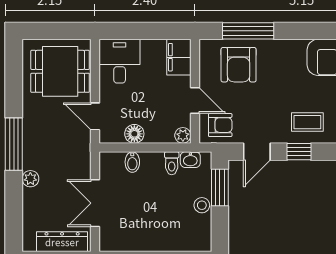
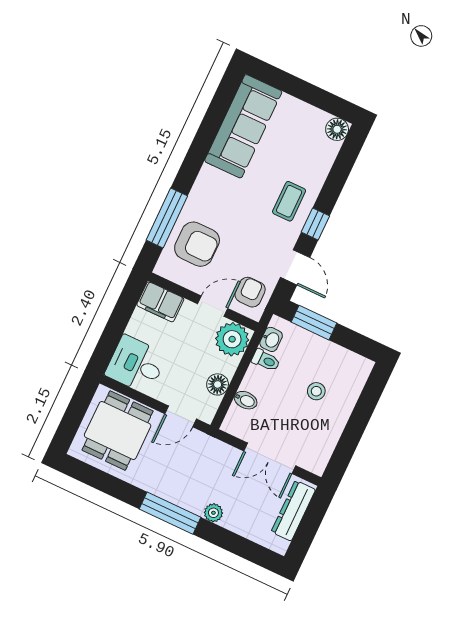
plant: (183, 135) -> (232, 339), width x1.87, depth x1.87
stool: (202, 205) -> (316, 391), moved

